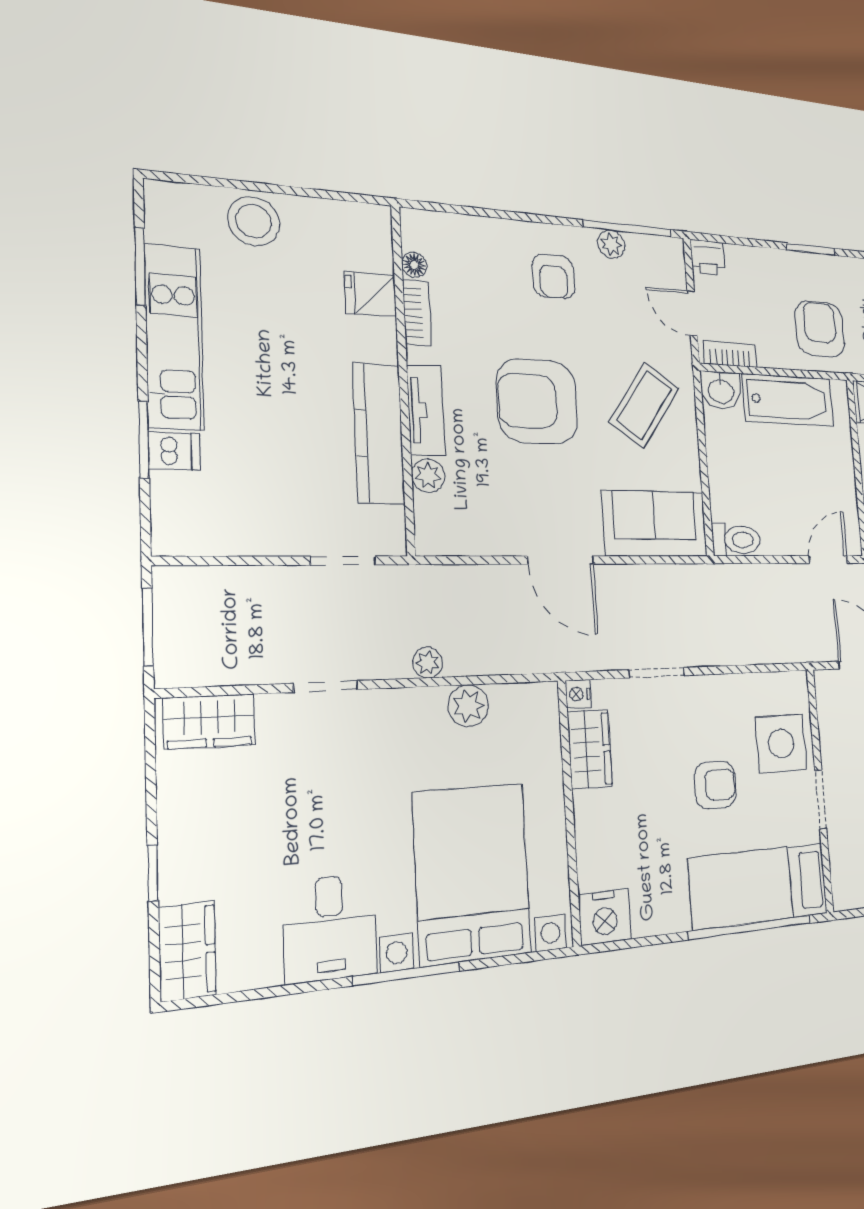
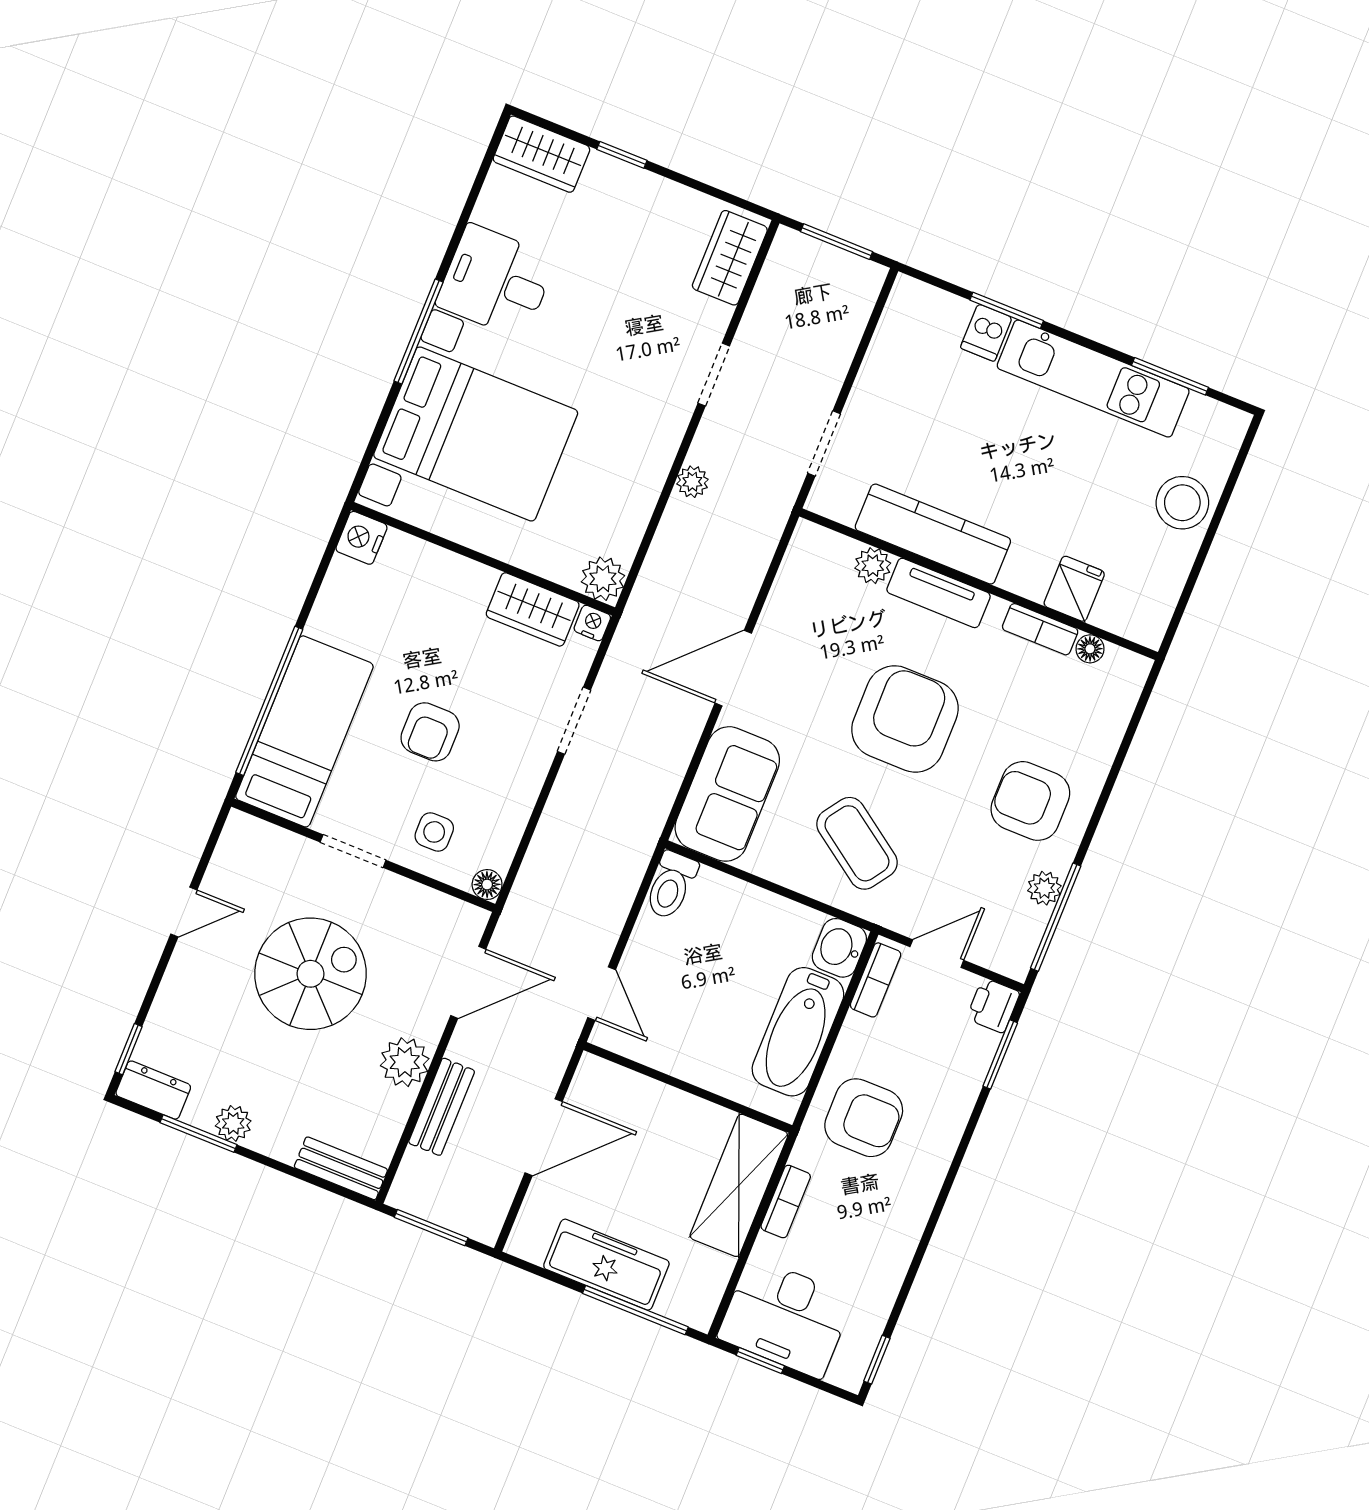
window: (811, 249) -> (1000, 1054), moved
armchair: (553, 276) -> (1030, 801), width x1.38, depth x1.38
floor lamp: (797, 683) -> (487, 885), added
plant: (468, 706) -> (603, 579), moved
side table: (781, 743) -> (434, 832), width x0.54, depth x0.54
nightstand: (605, 917) -> (361, 538), width x0.74, depth x0.75

